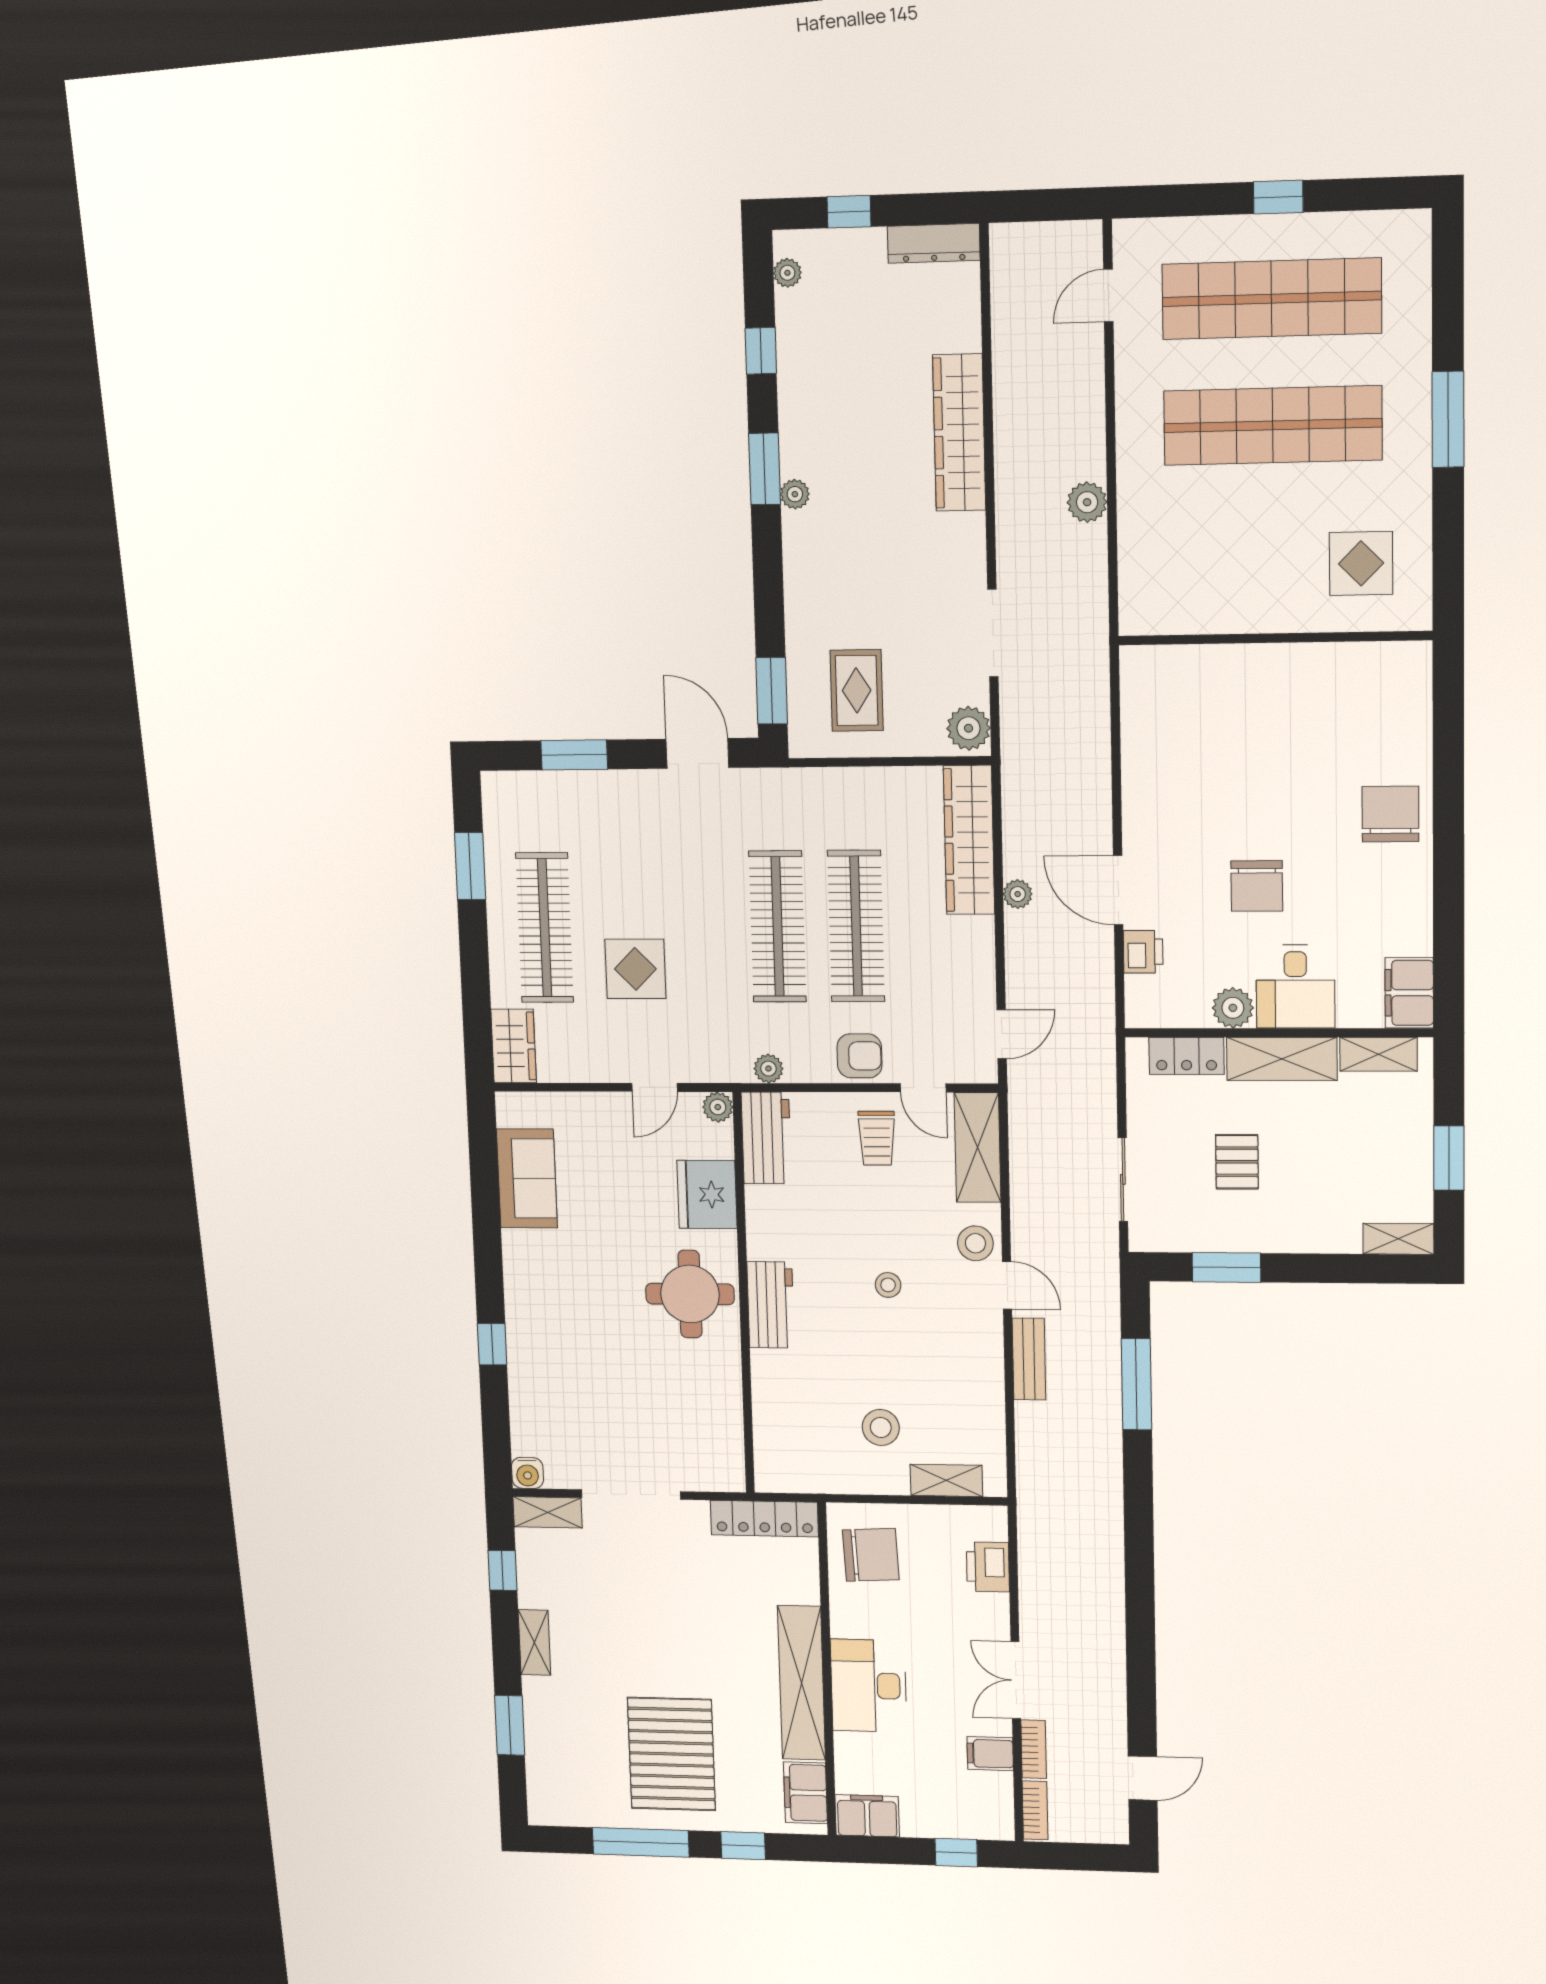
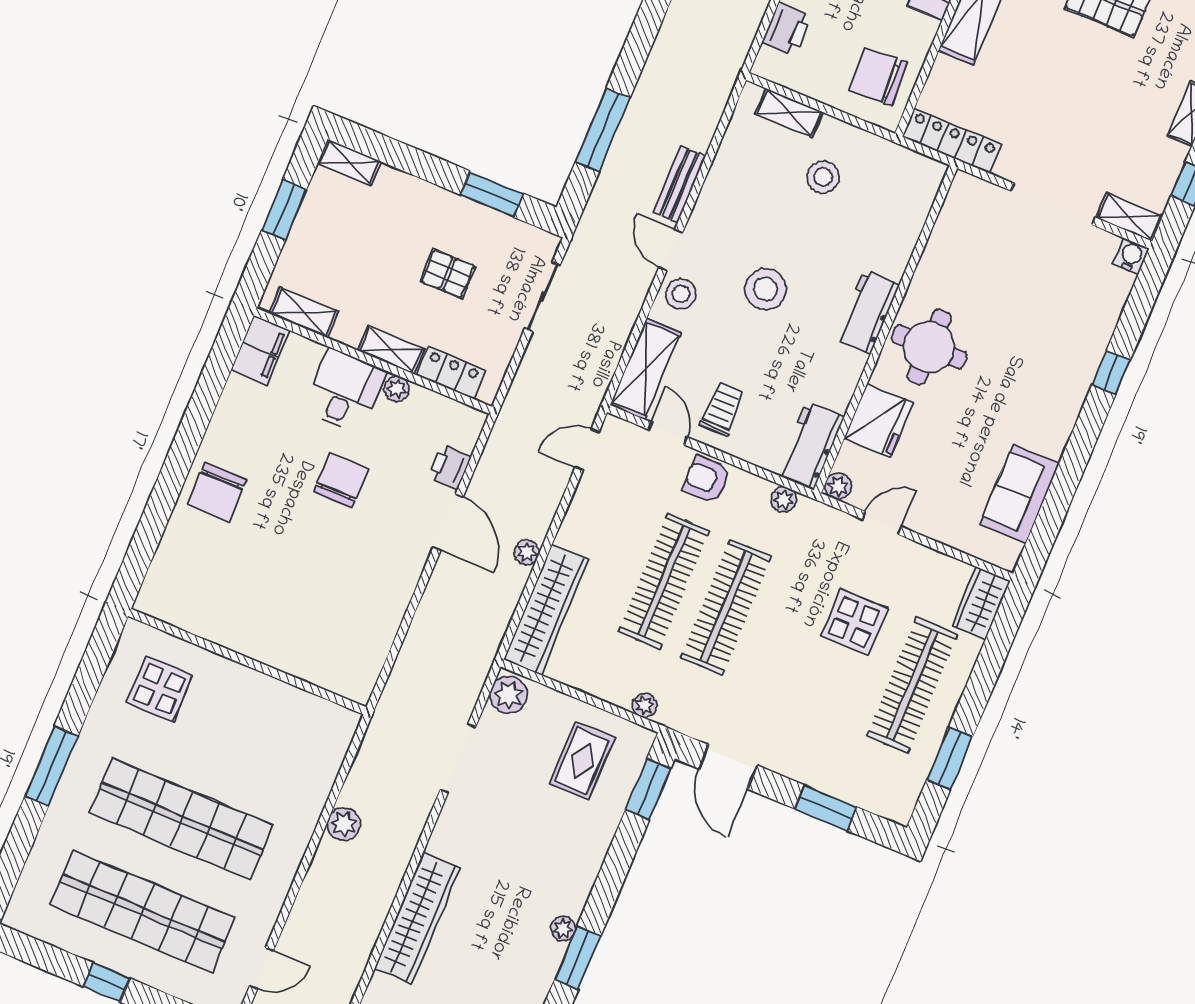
plant: (817, 781) -> (644, 705), added
plant: (1233, 1008) -> (397, 389), width x0.73, depth x0.73
shelving: (1282, 1059) -> (391, 350), width x0.67, depth x0.75
pallet: (1237, 1162) -> (448, 274), turned 90
stool: (888, 1285) -> (765, 289), width x1.89, depth x1.89

